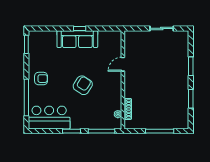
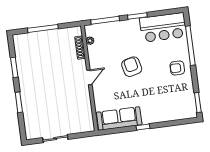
sofa: (77, 39) -> (119, 119), moved
door: (123, 64) -> (89, 77), moved
armchair: (83, 85) -> (132, 67), turned 133

